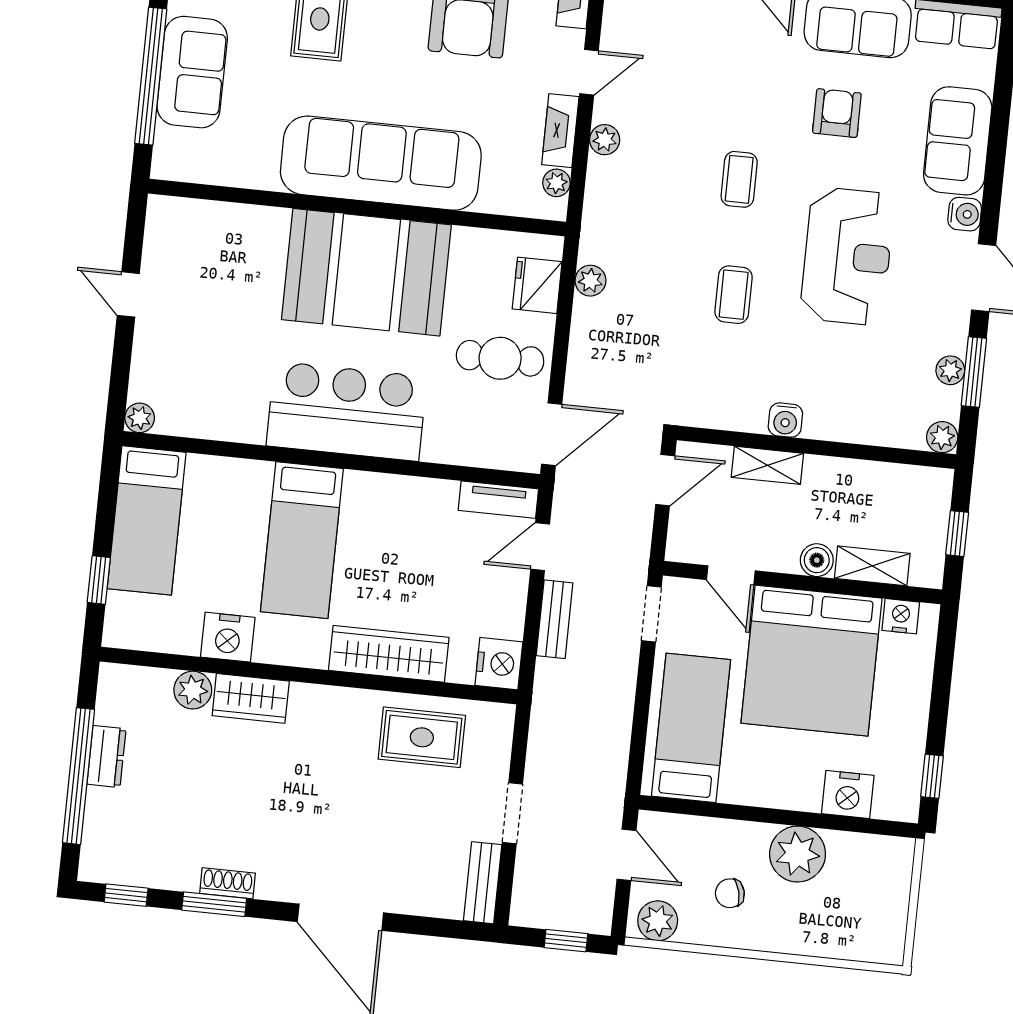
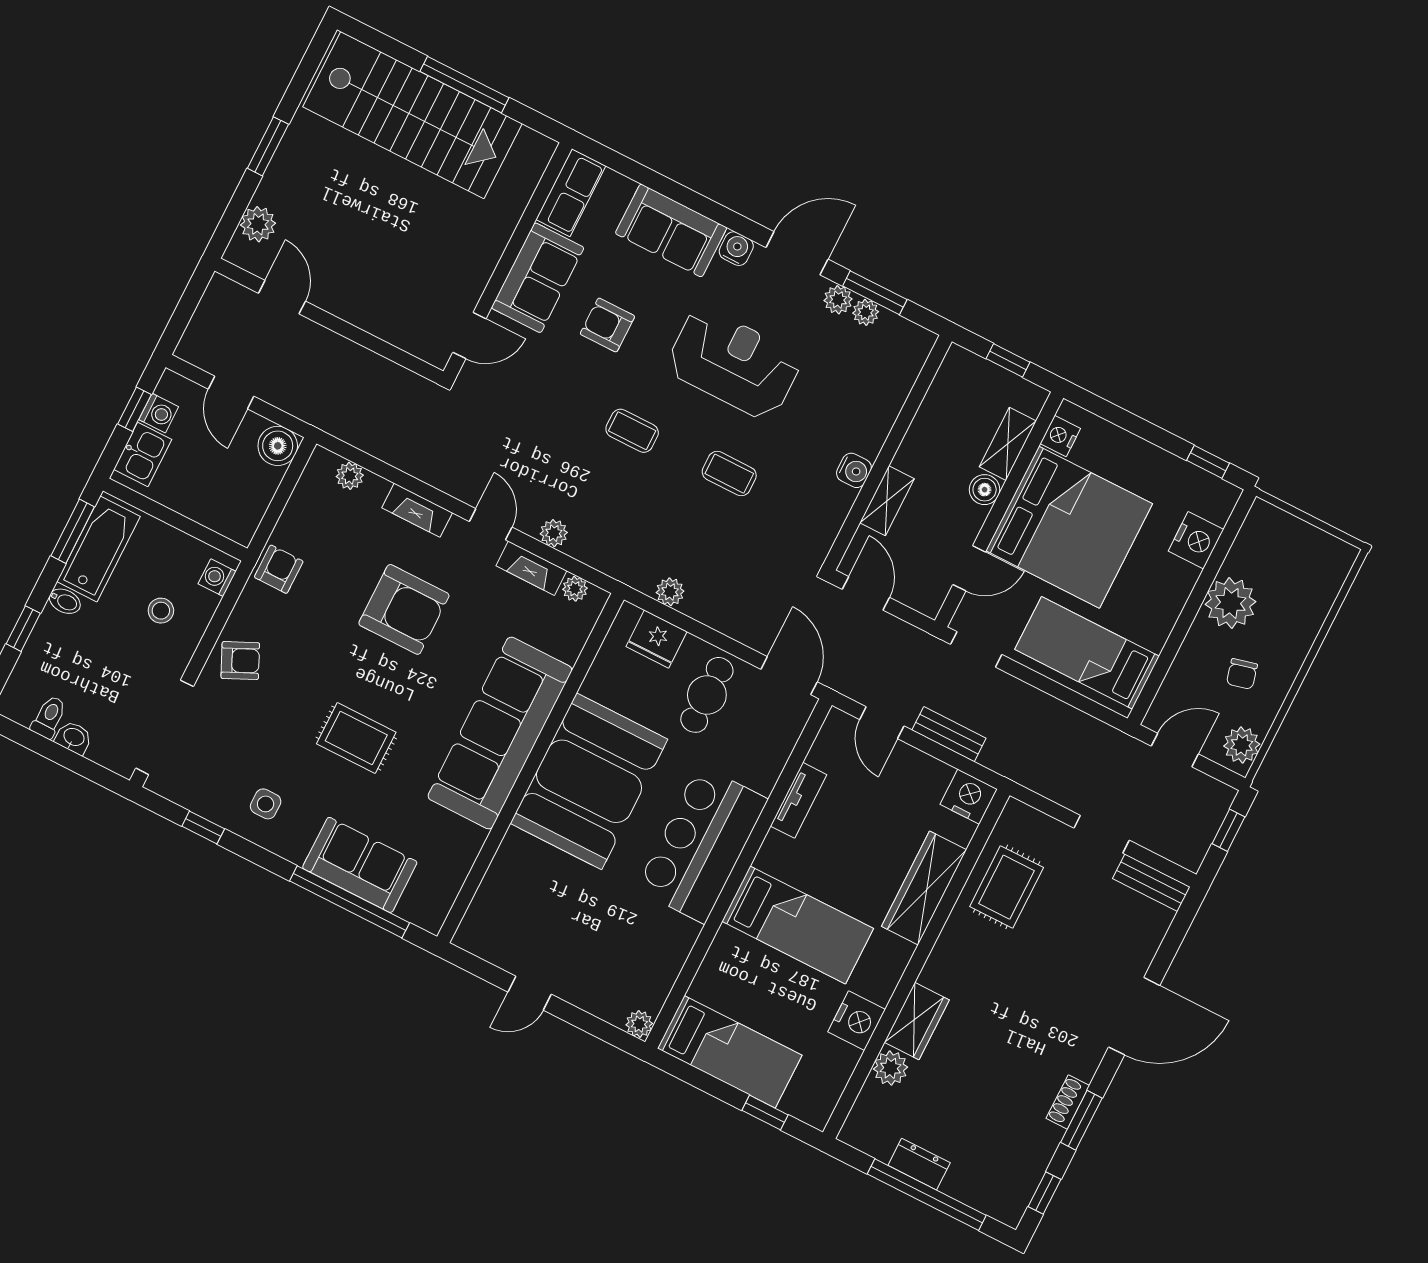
plant: (942, 437) -> (838, 300), moved
tv unit: (498, 500) -> (799, 800), moved

